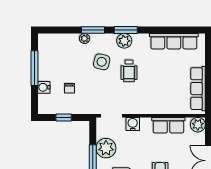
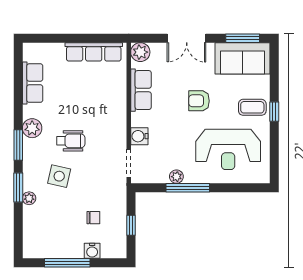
plant: (124, 41) -> (32, 128), moved
row of seats: (174, 41) -> (33, 83), width x0.68
plant: (106, 148) -> (176, 177), width x0.53, depth x0.53

